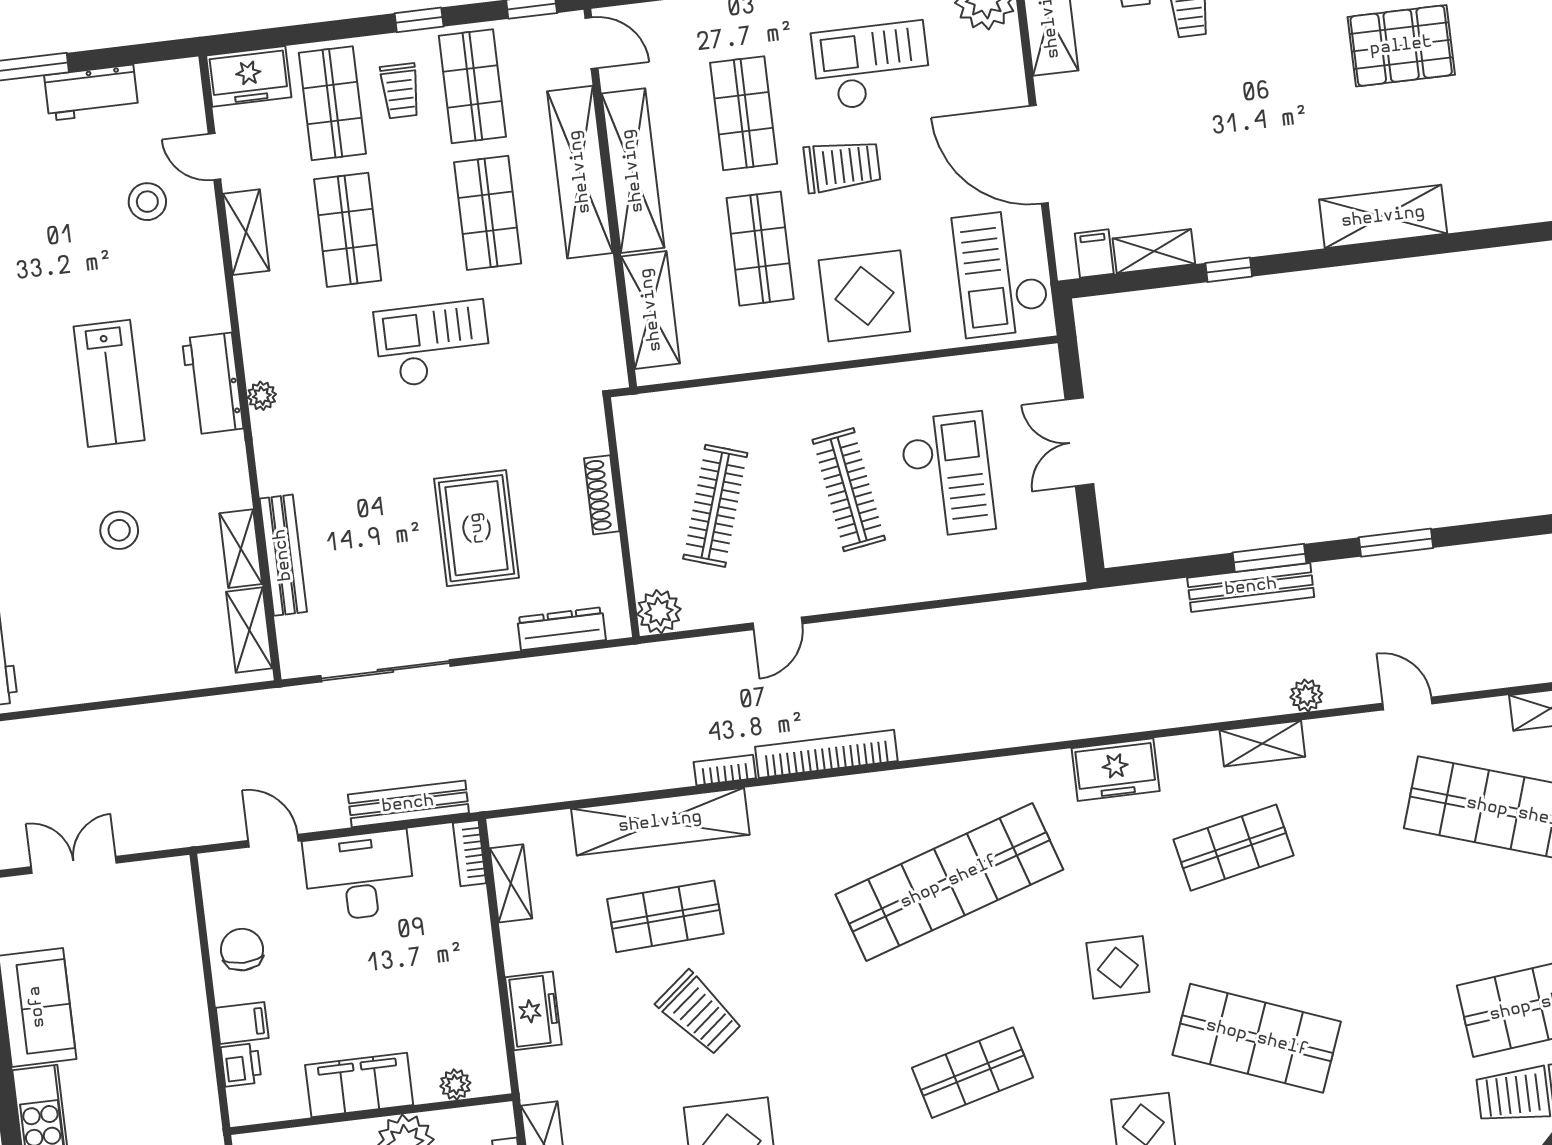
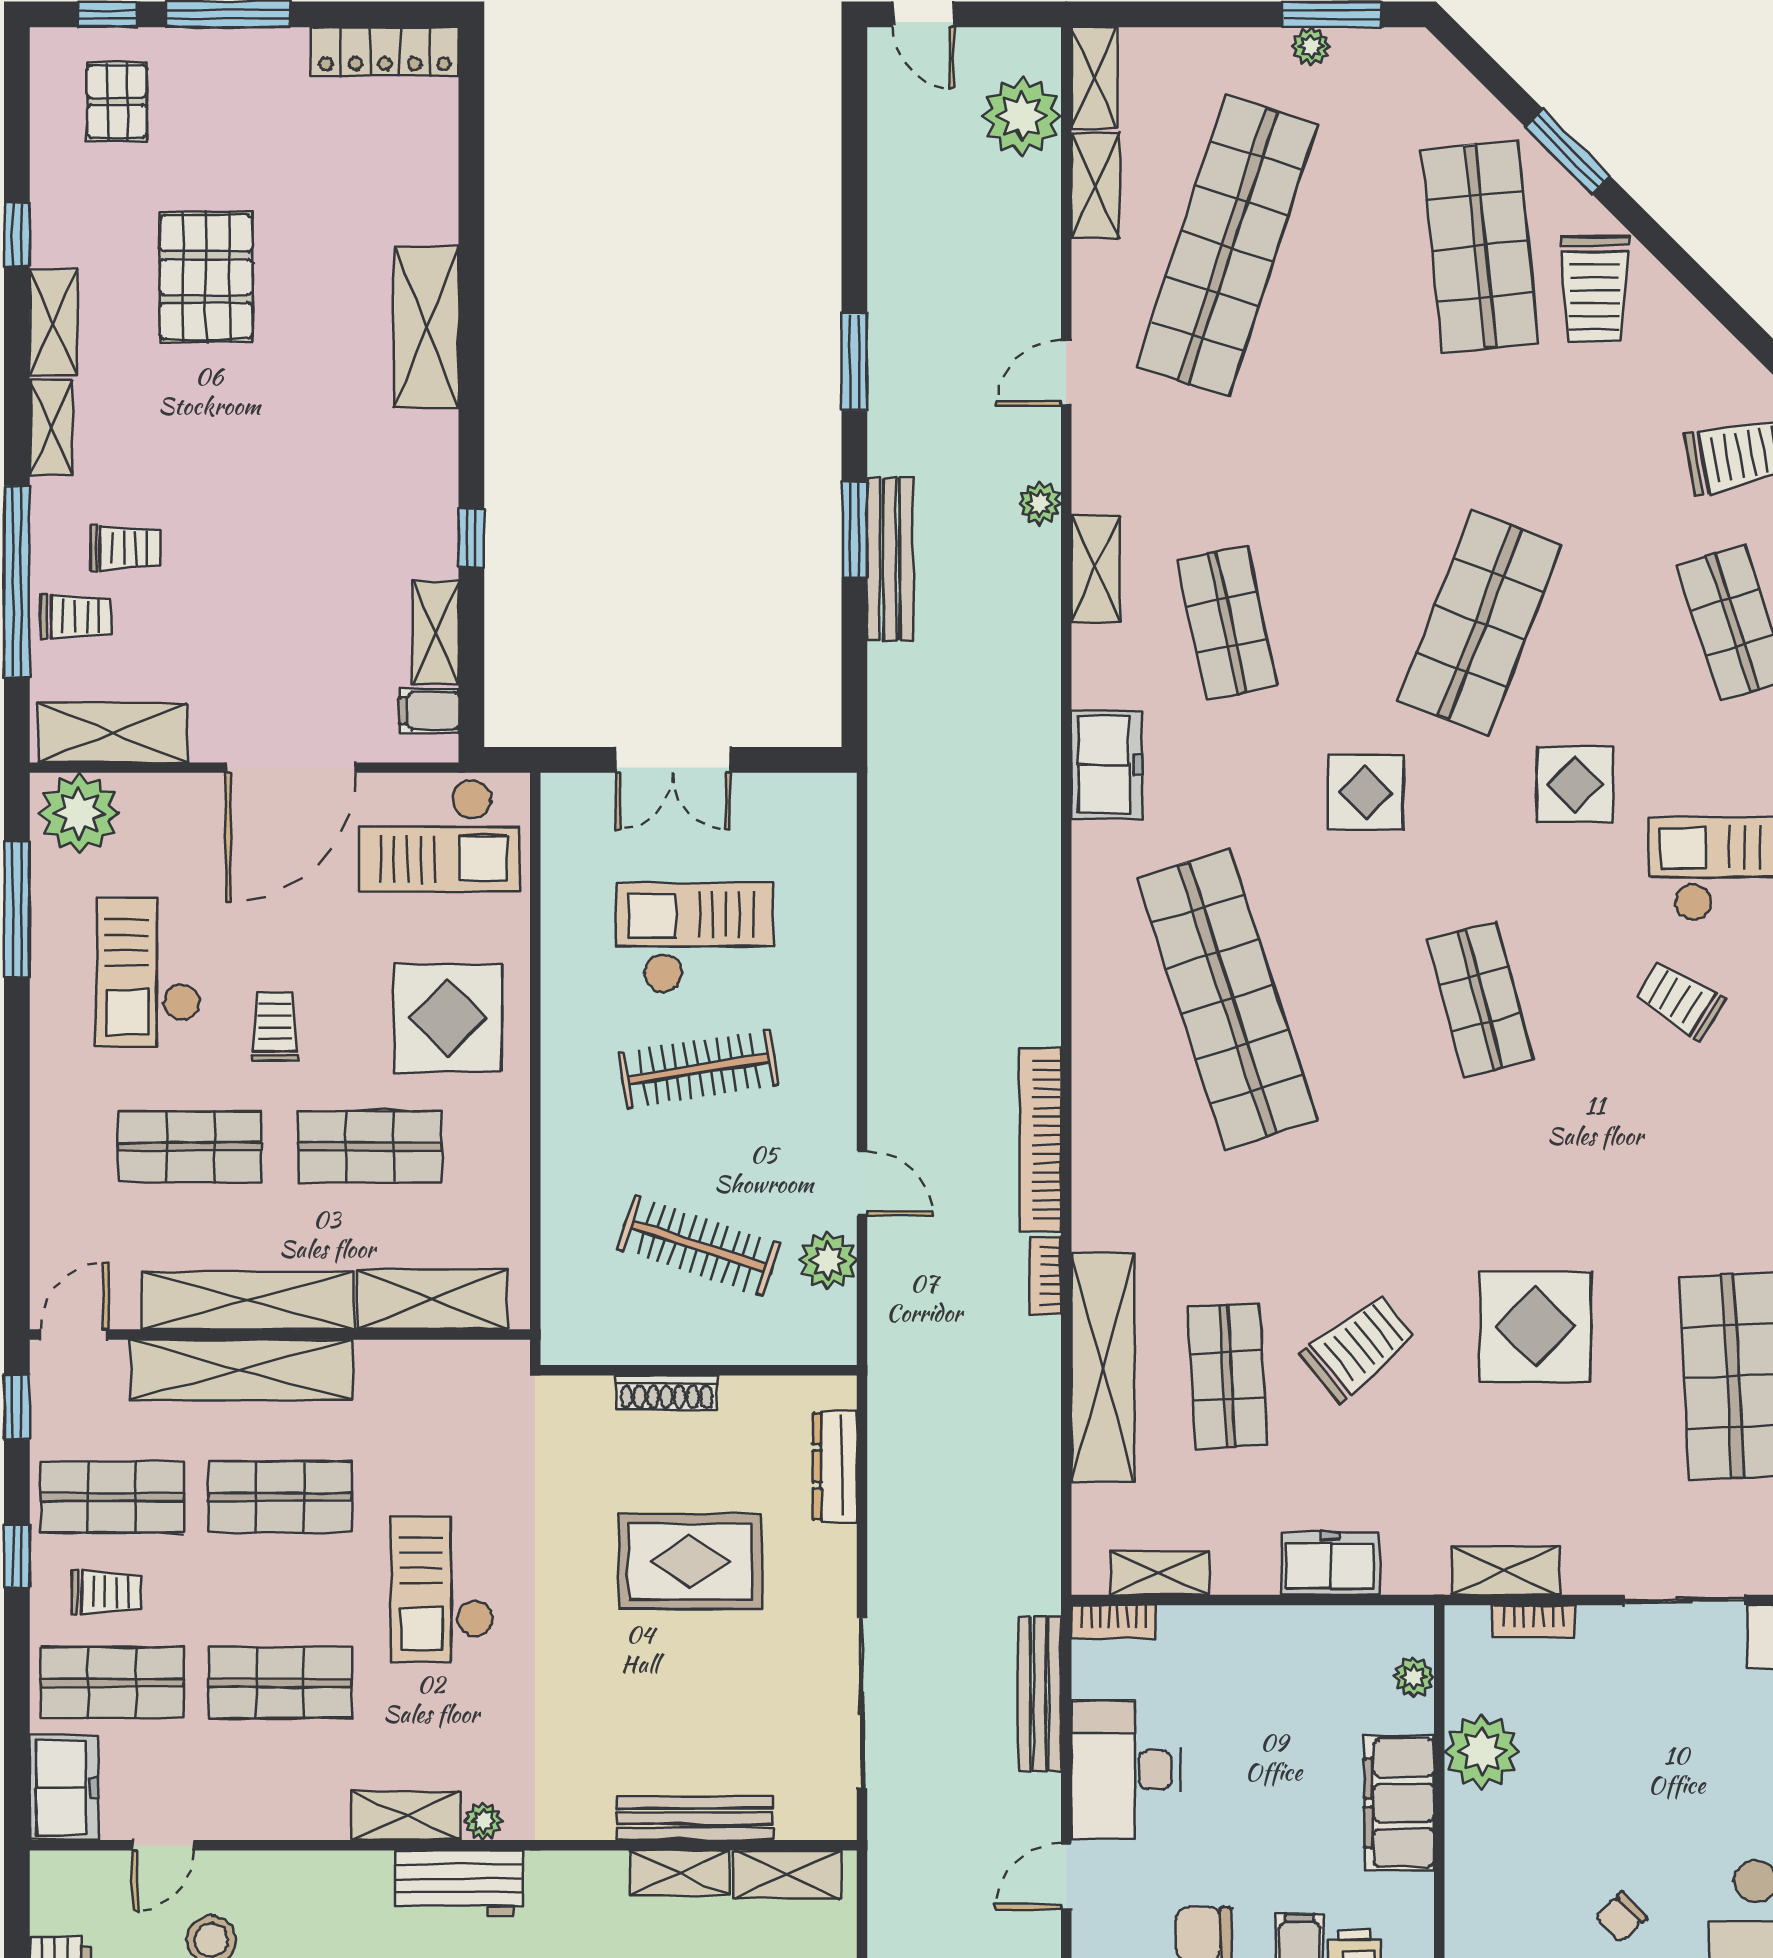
trolley: (842, 166) -> (275, 1026), width x0.73, depth x0.72
shelving: (246, 232) -> (406, 1816), moved
plant: (659, 612) -> (828, 1260), moved

